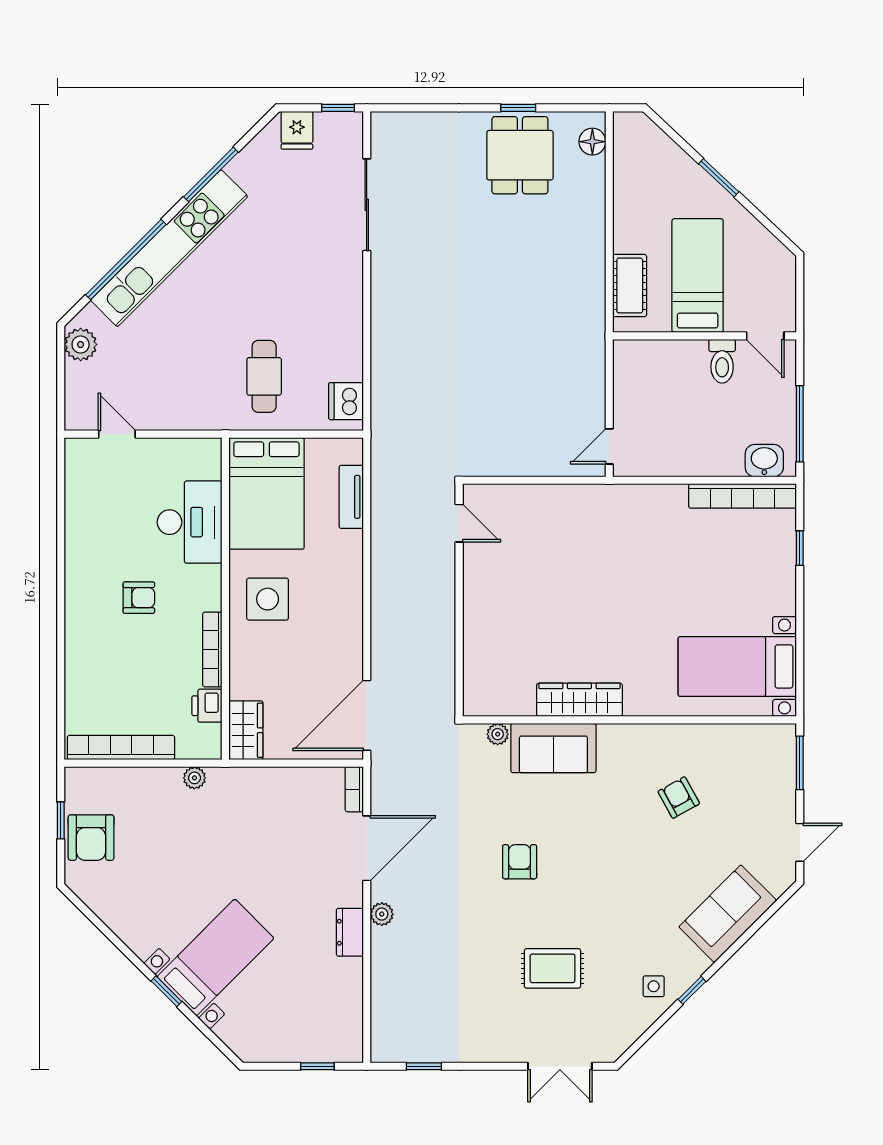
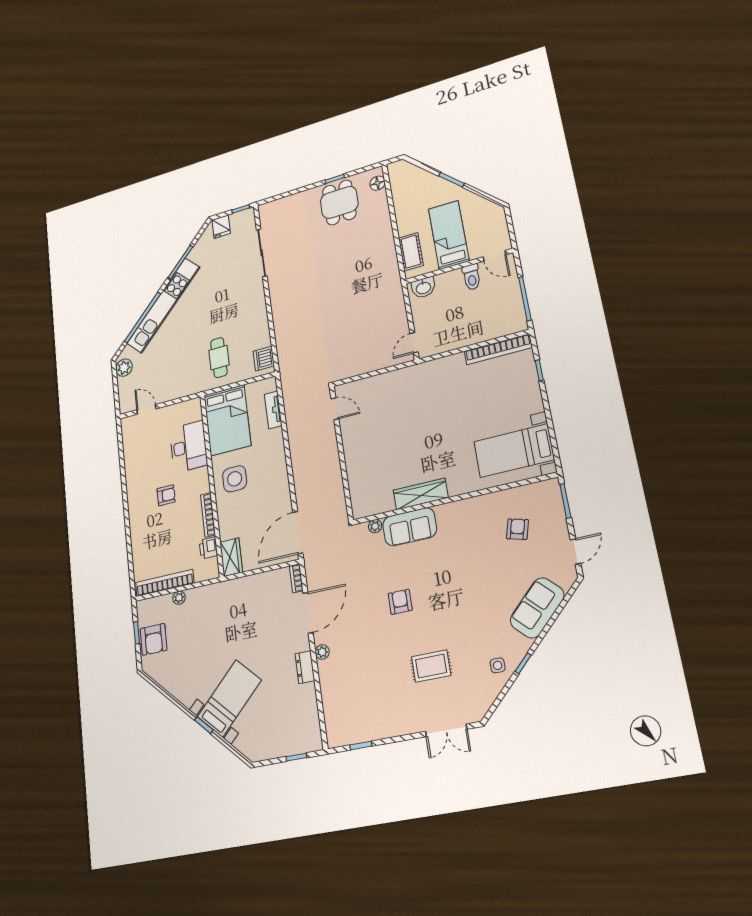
washbasin: (764, 461) -> (423, 288), moved, turned 180
plant: (194, 778) -> (179, 598), moved
armchair: (679, 798) -> (517, 529), moved, turned 44

